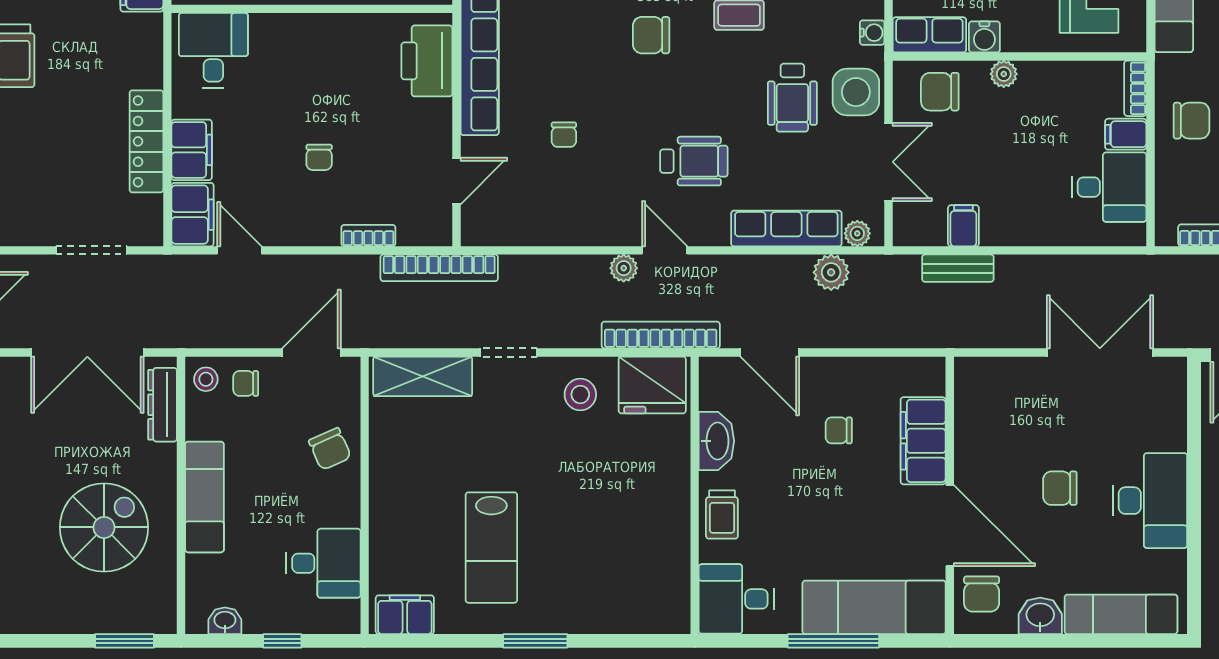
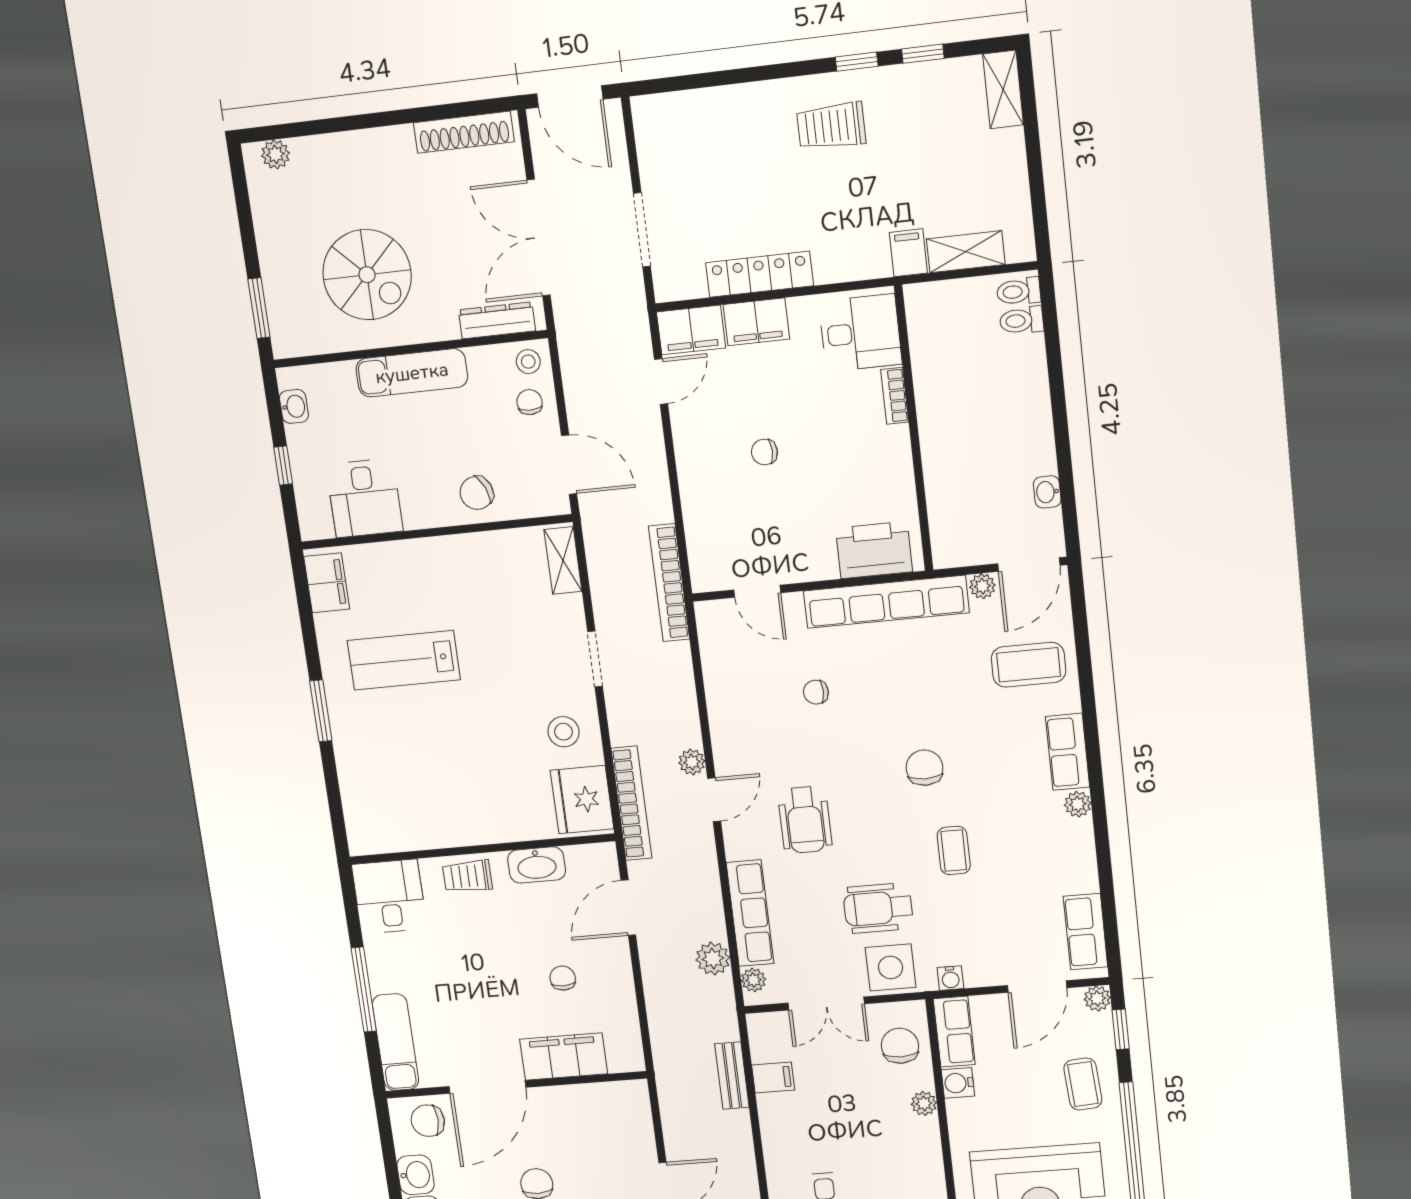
bookcase: (368, 236) -> (895, 396), moved, turned 180
shelving: (423, 376) -> (563, 560), width x0.67, depth x0.75
exam couch: (874, 607) -> (396, 1042), width x0.73, depth x0.69

